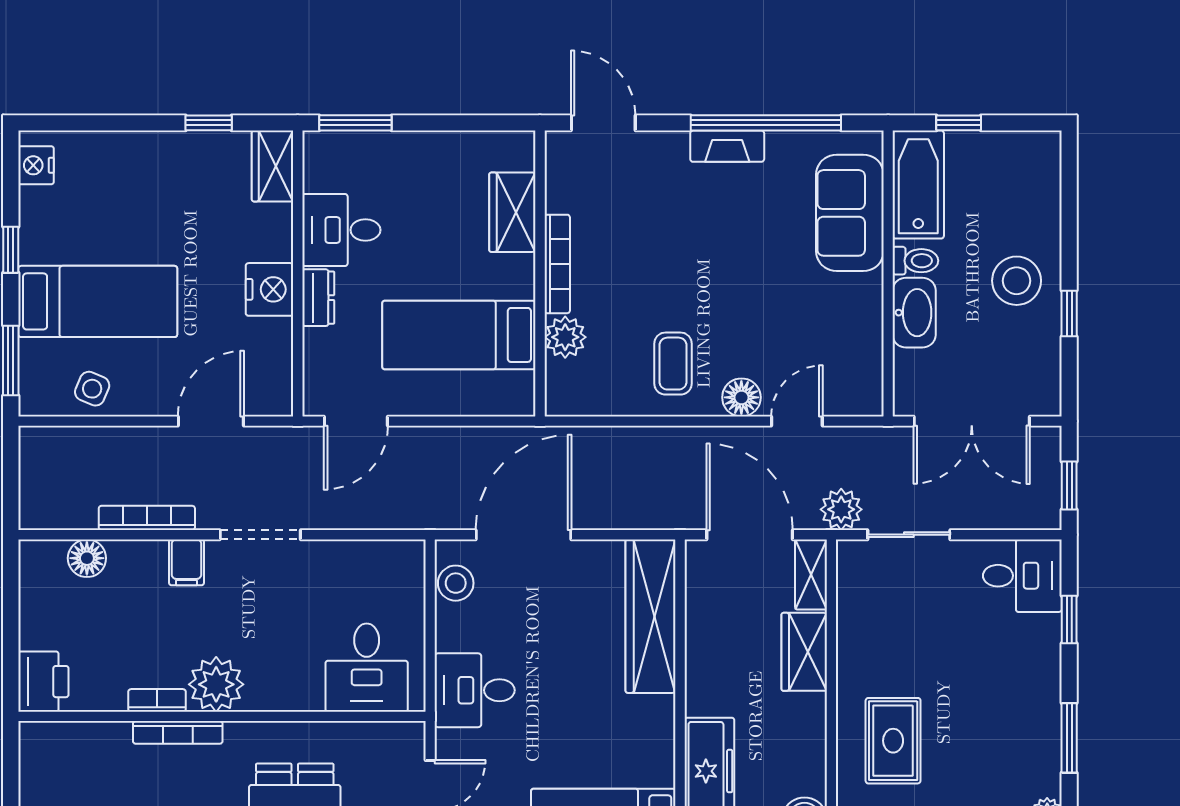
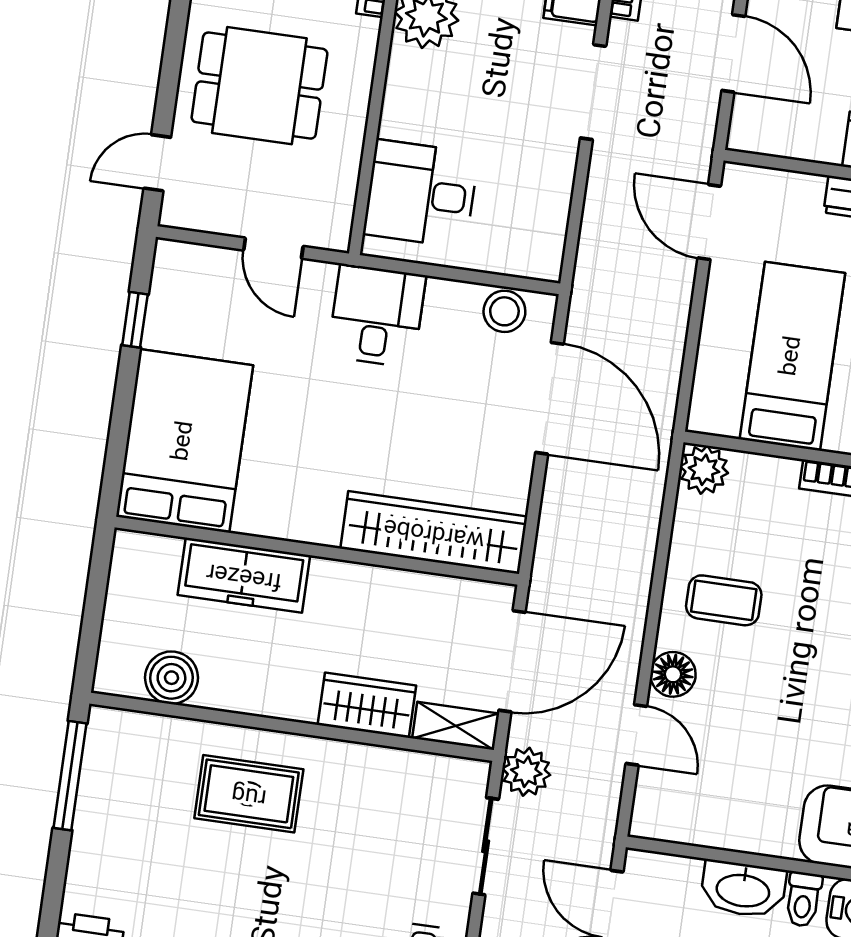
plant: (565, 337) -> (704, 470), moved

